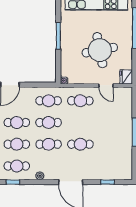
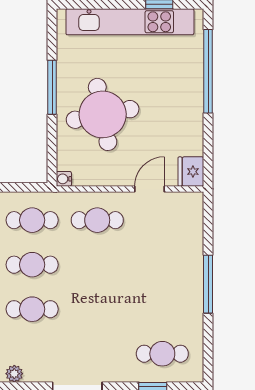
round table: (100, 50) -> (103, 114), moved
door: (106, 85) -> (149, 189), swing flipped
cafe table: (80, 144) -> (162, 354), moved

